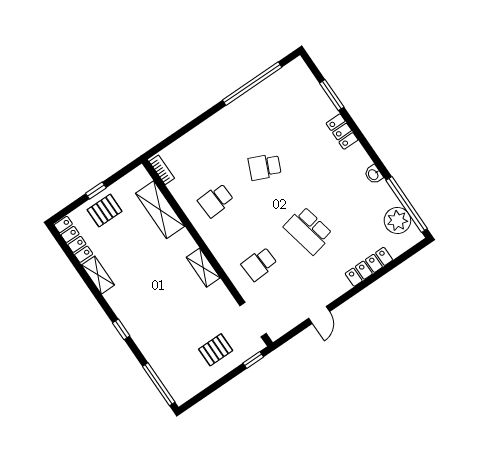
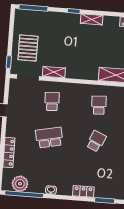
shelving: (203, 268) -> (54, 72), moved
shelving: (98, 275) -> (92, 19), moved
pallet: (216, 350) -> (28, 48), width x1.50, depth x1.42

